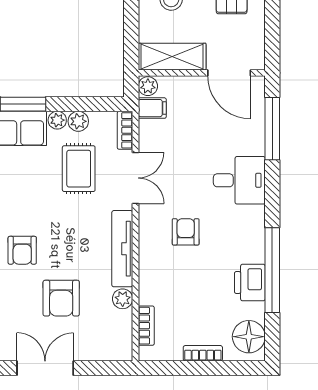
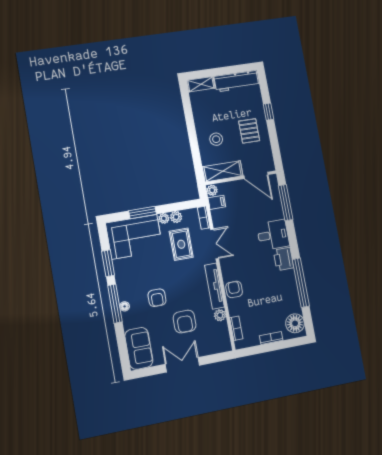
armchair: (186, 232) -> (234, 289), moved
printer: (250, 283) -> (284, 259), moved

